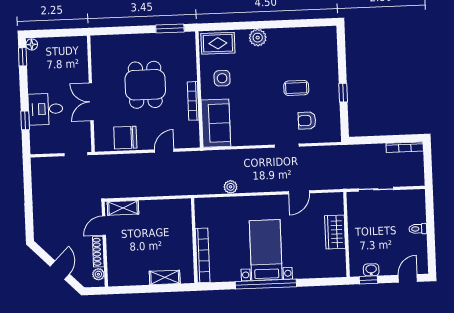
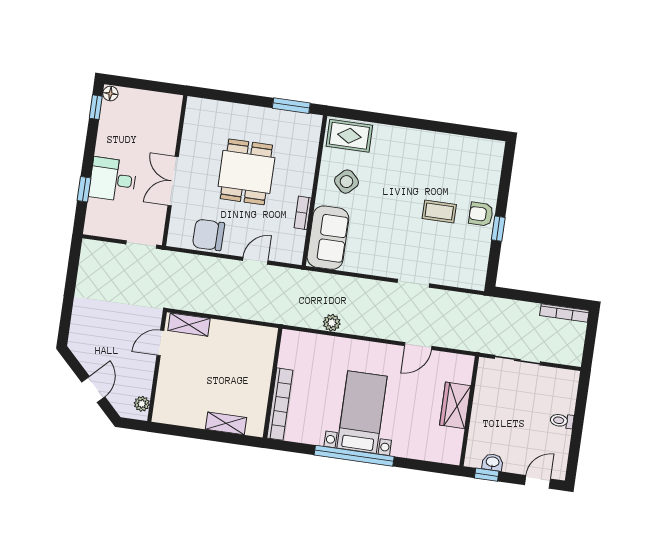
plant: (258, 38) -> (402, 138), removed
side table: (222, 78) -> (346, 182), turned 45
bookcase: (193, 101) -> (303, 213), width x0.64
armchair: (307, 121) -> (481, 214), moved
shoe rack: (98, 252) -> (147, 375), removed

